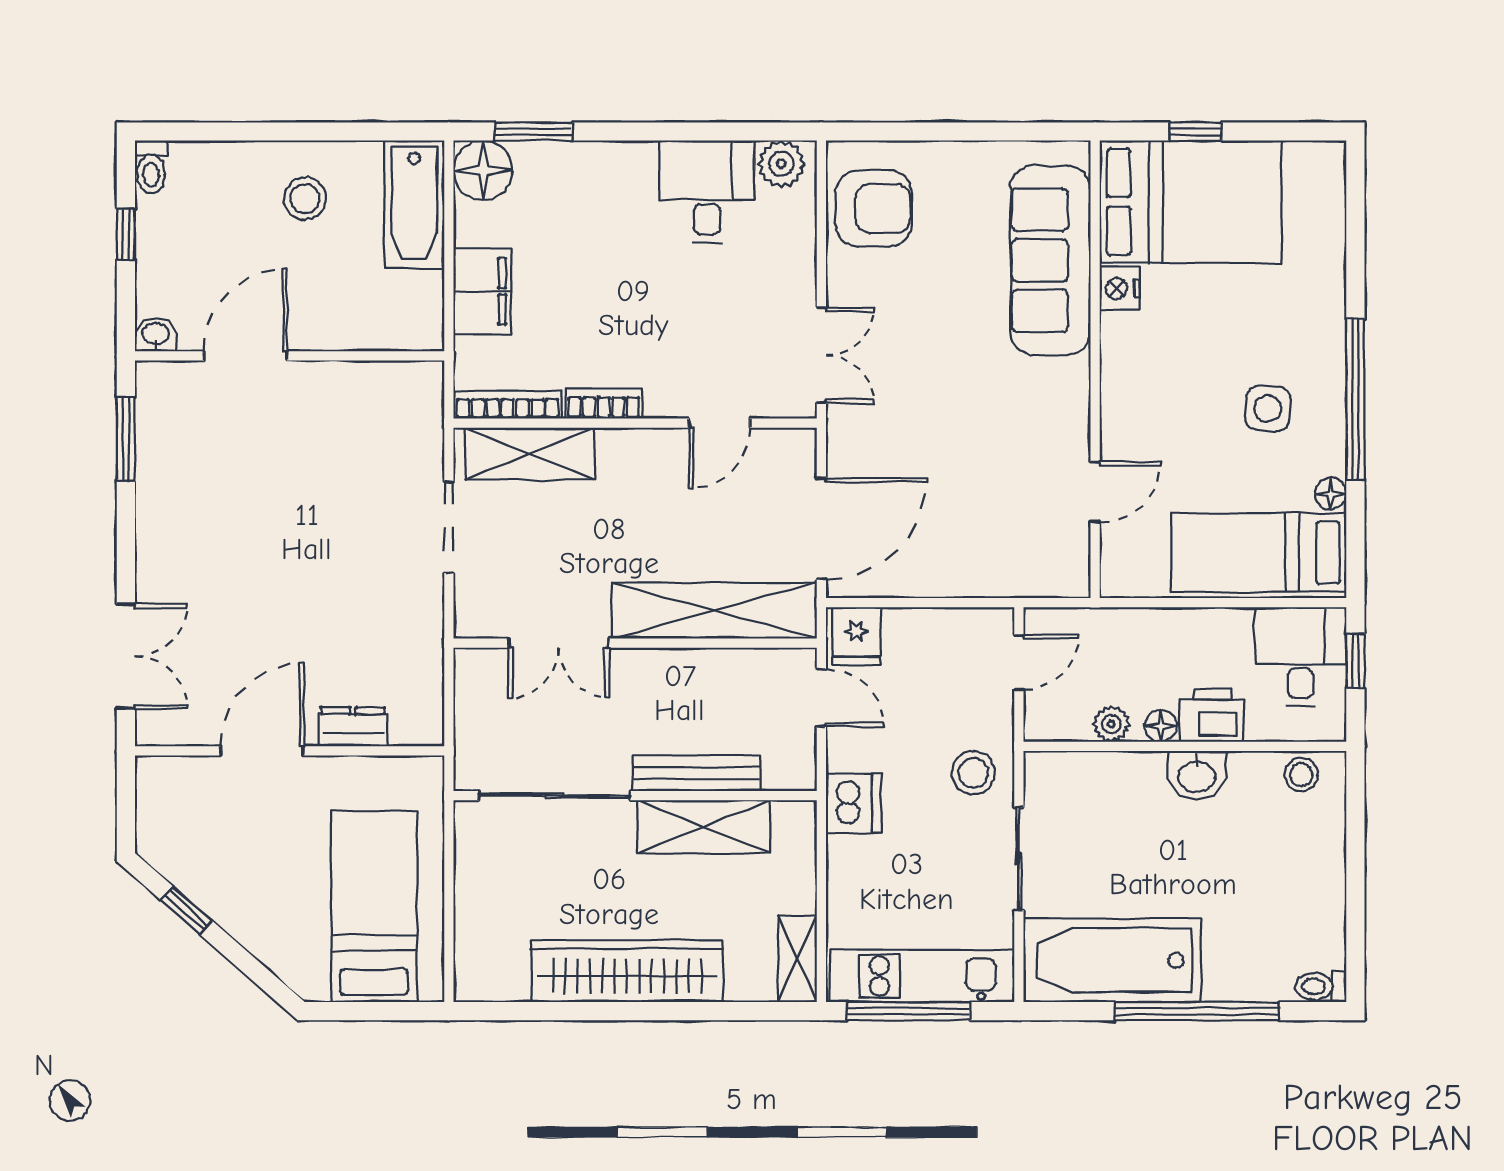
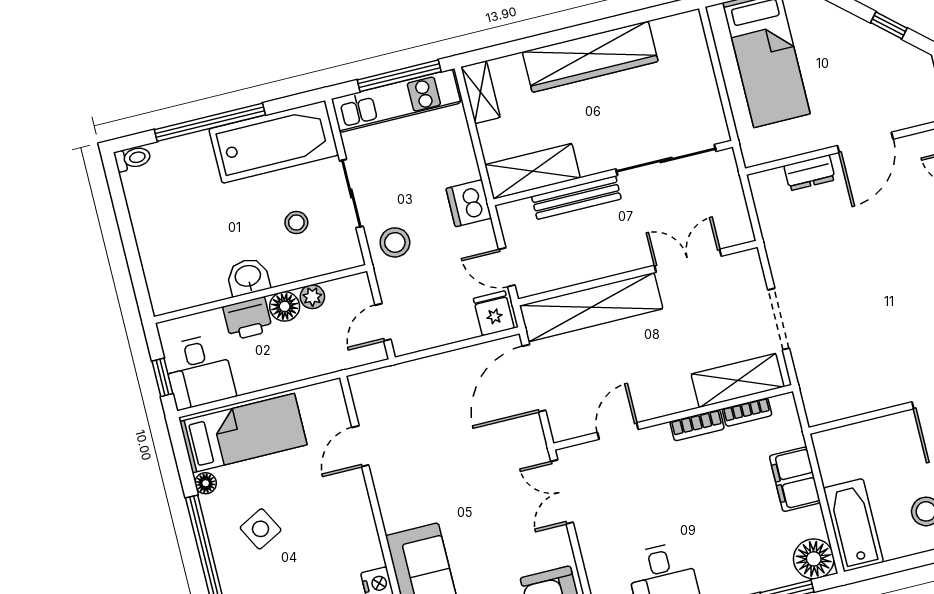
bookcase: (508, 405) -> (747, 412), width x0.64
side table: (1268, 409) -> (261, 529), turned -32
floor lamp: (1161, 726) -> (285, 306), width x1.37, depth x1.37
stool: (1301, 775) -> (296, 222), moved
shelving: (704, 827) -> (533, 171), moved

